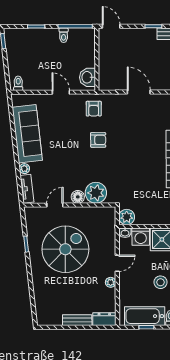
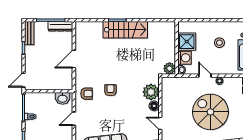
spiral stairs: (65, 249) -> (210, 112), moved

